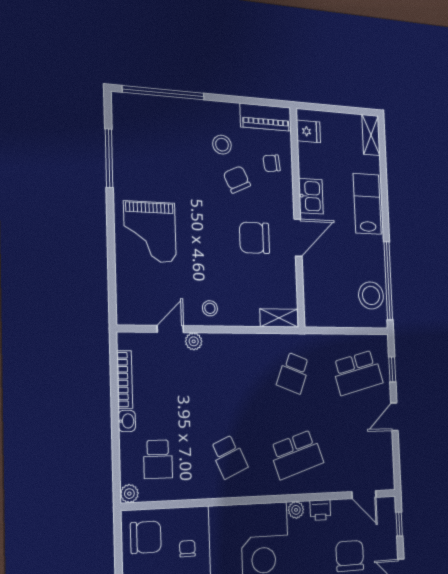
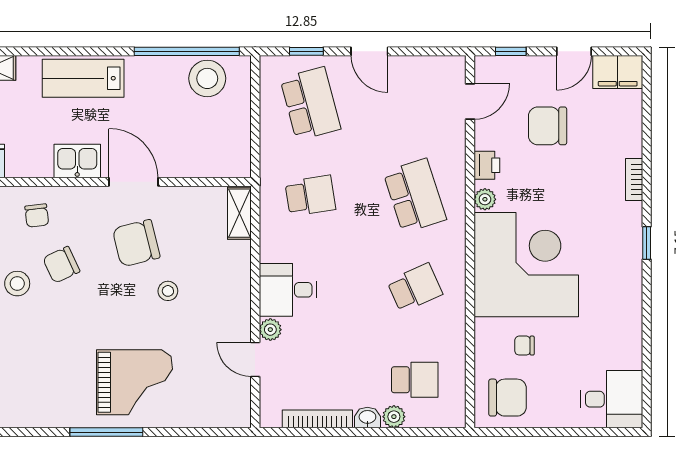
window: (109, 158) -> (106, 432), moved
chair: (254, 238) -> (136, 243), turned 76
stool: (210, 308) -> (168, 291), moved
desk: (224, 355) -> (288, 290), added
school desk: (293, 373) -> (310, 196), turned -30
plant: (129, 494) -> (394, 417), moved
chair: (146, 537) -> (508, 398), turned 90

